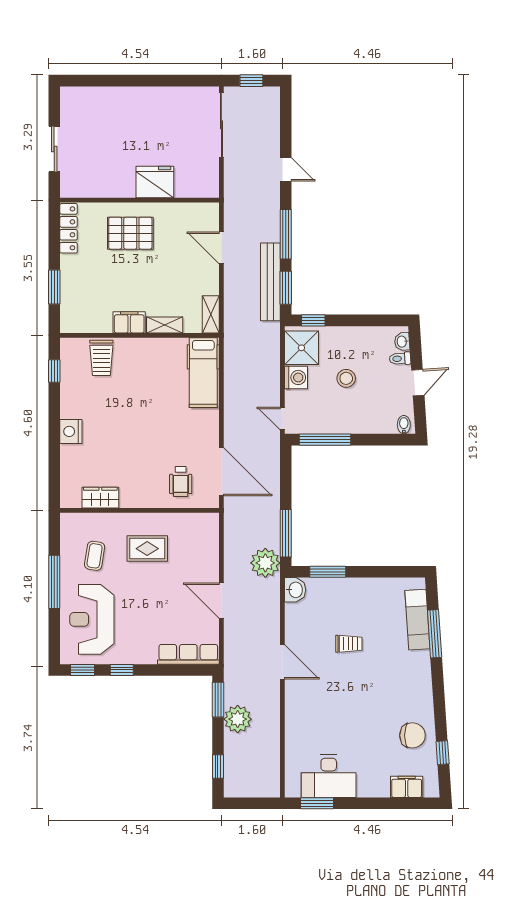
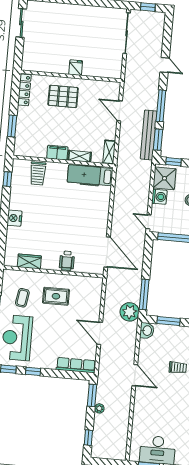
sliding door: (54, 149) -> (21, 23), moved
fridge: (155, 182) -> (76, 68), width x0.53, depth x0.75
hospital bed: (203, 373) -> (90, 175), moved, turned 90
wheelchair: (181, 482) -> (67, 261), moved
plant: (238, 719) -> (99, 408), width x0.53, depth x0.53

